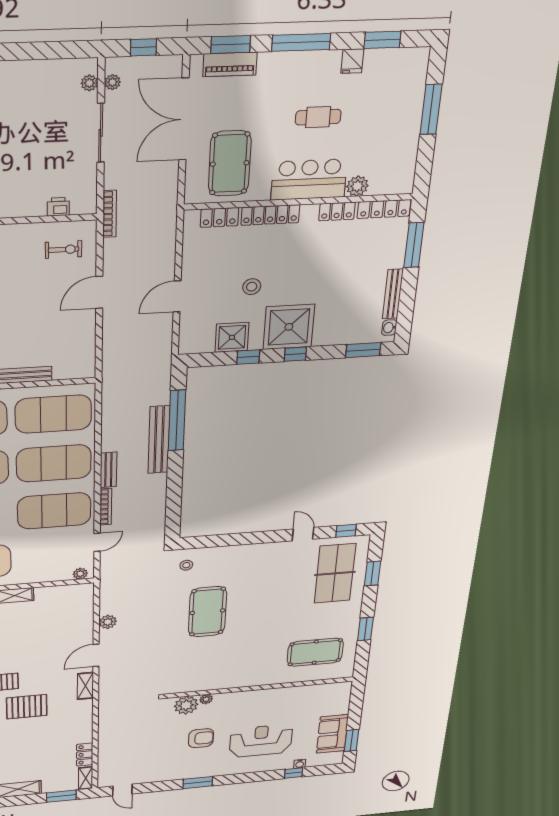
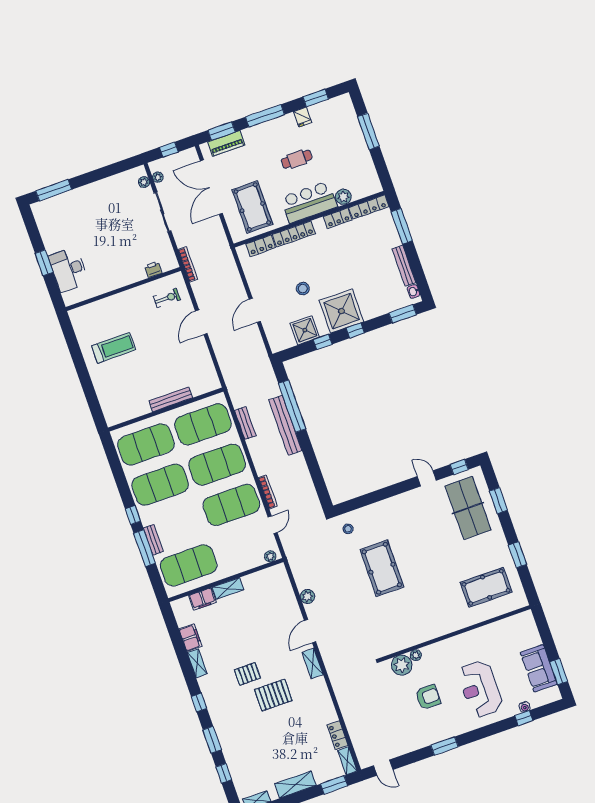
bench: (108, 470) -> (245, 423), moved
reception desk: (261, 741) -> (480, 689), turned -90

